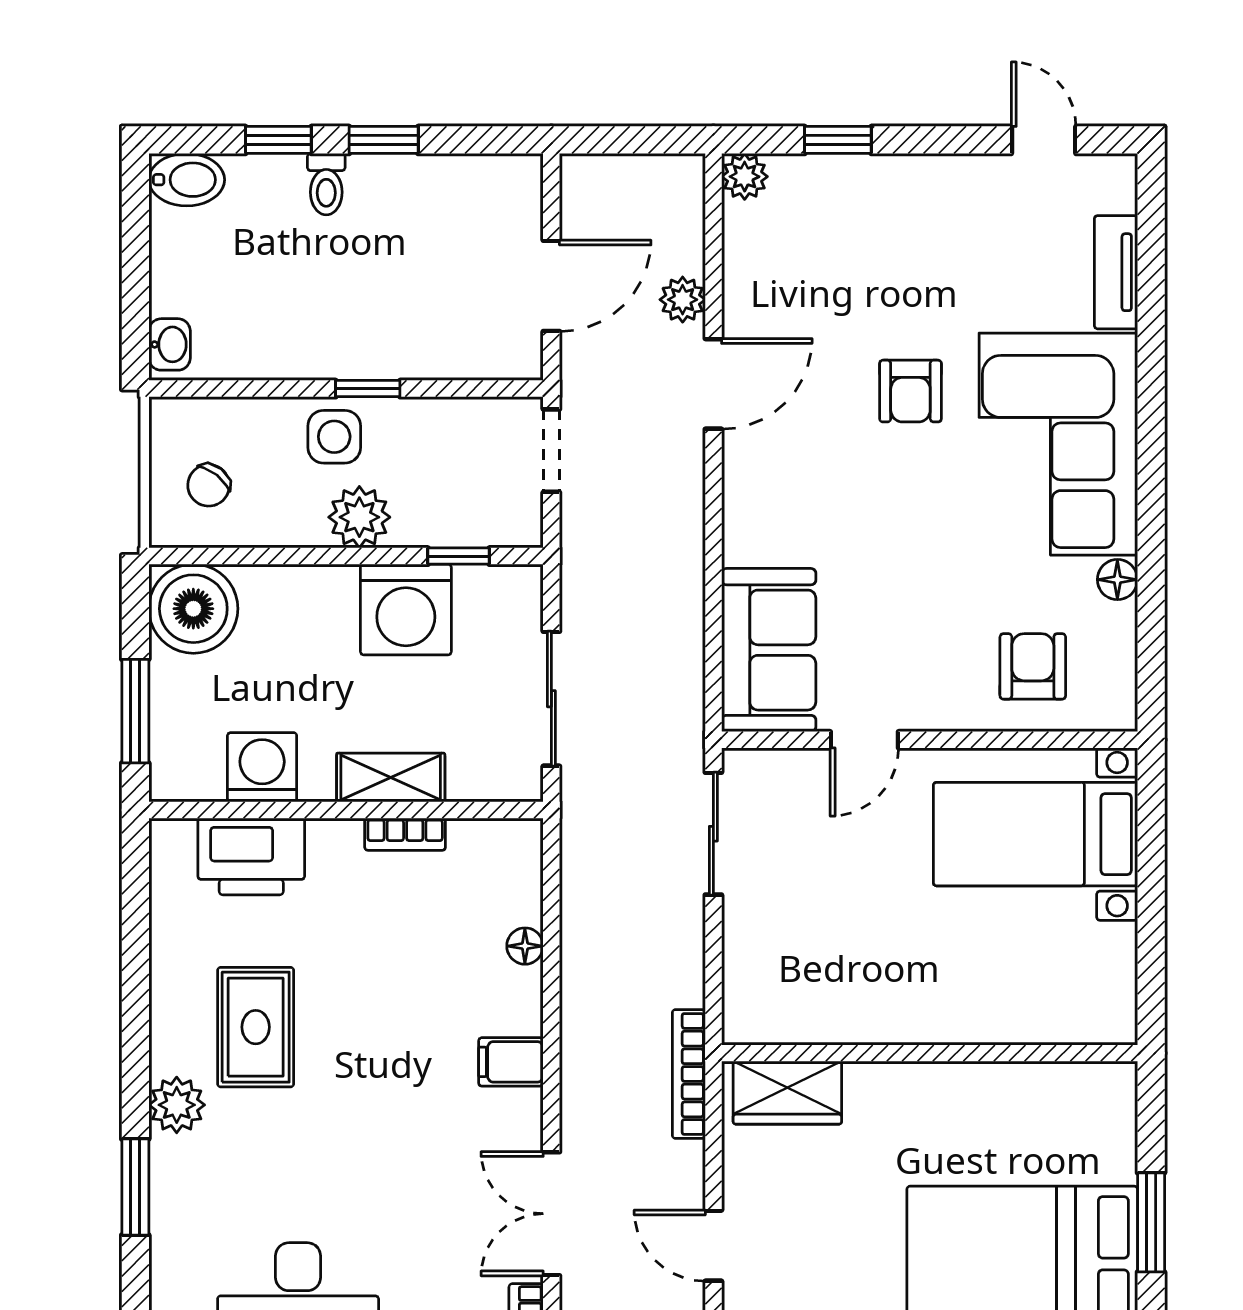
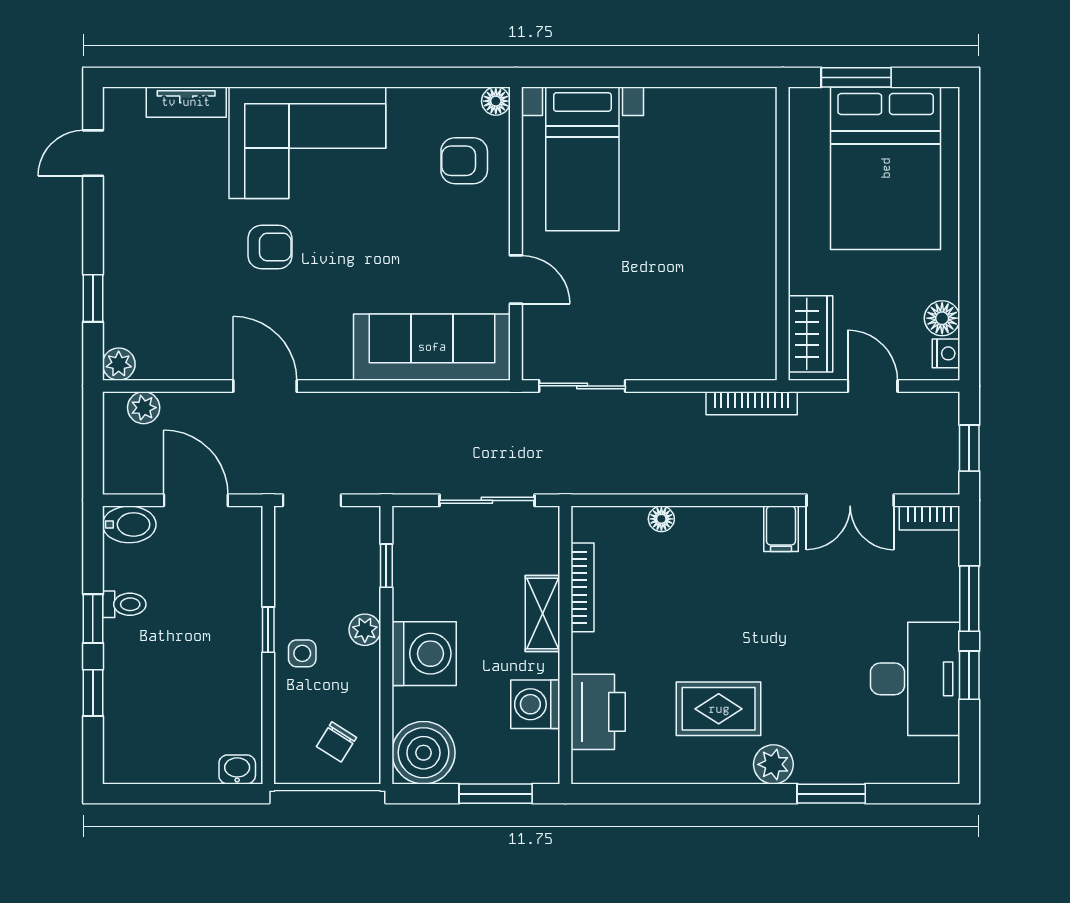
bidet: (187, 180) -> (129, 524), moved, turned 90
toilet: (326, 184) -> (124, 604), moved
plant: (683, 300) -> (144, 408), moved
side table: (334, 437) -> (302, 653), width x0.73, depth x0.73
chair: (209, 485) -> (336, 742), turned 84
plant: (359, 517) -> (365, 630), width x0.73, depth x0.73
floor lamp: (1117, 580) -> (496, 101), moved
washing machine: (406, 610) -> (424, 654), moved
sofa: (769, 650) -> (432, 347), width x1.36
bookcase: (405, 834) -> (583, 587), width x1.56
wall: (930, 1053) -> (783, 234), moved
filing cabinet: (511, 1062) -> (781, 529), moved
wardrobe: (787, 1093) -> (811, 334), moved
door: (713, 1246) -> (873, 386), swing flipped

